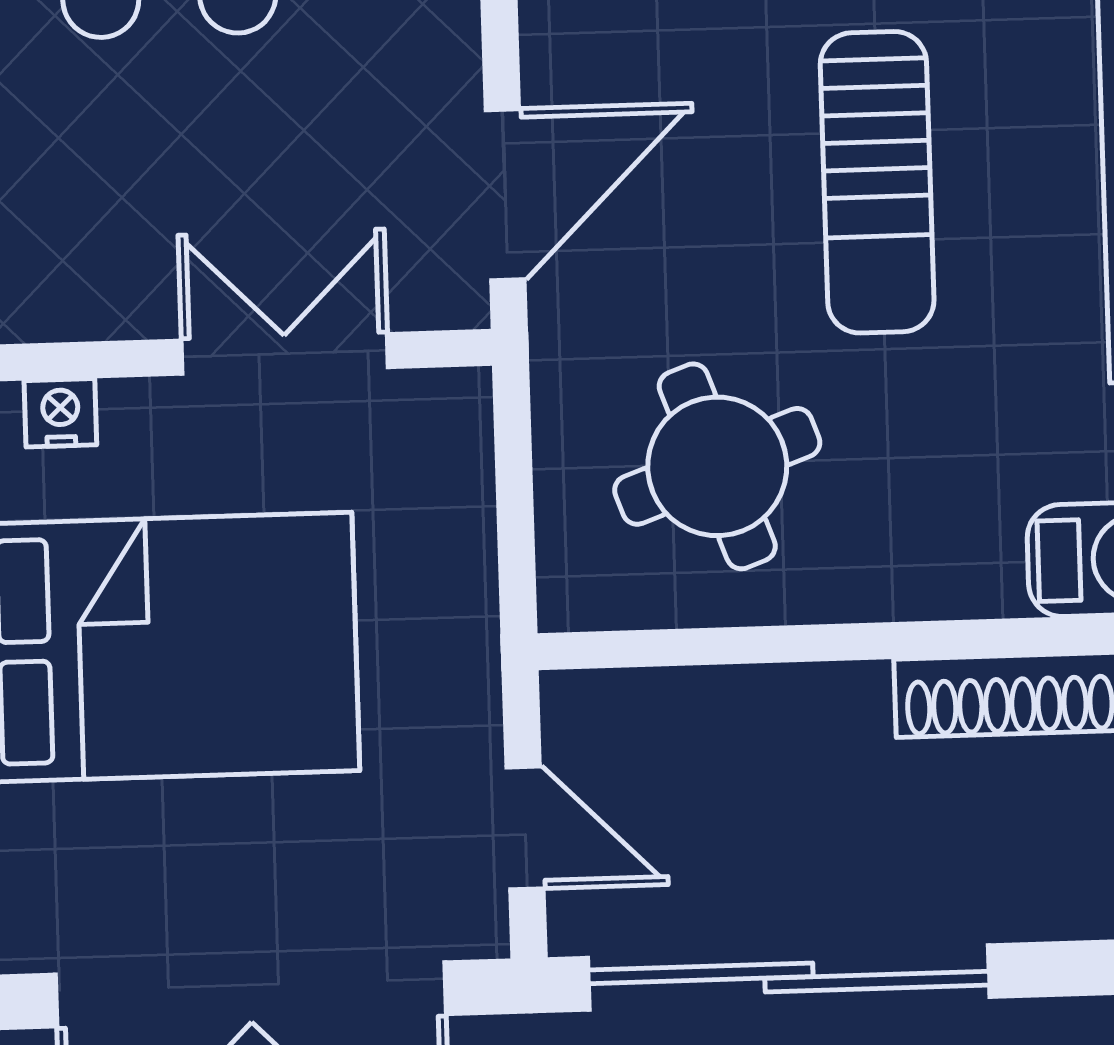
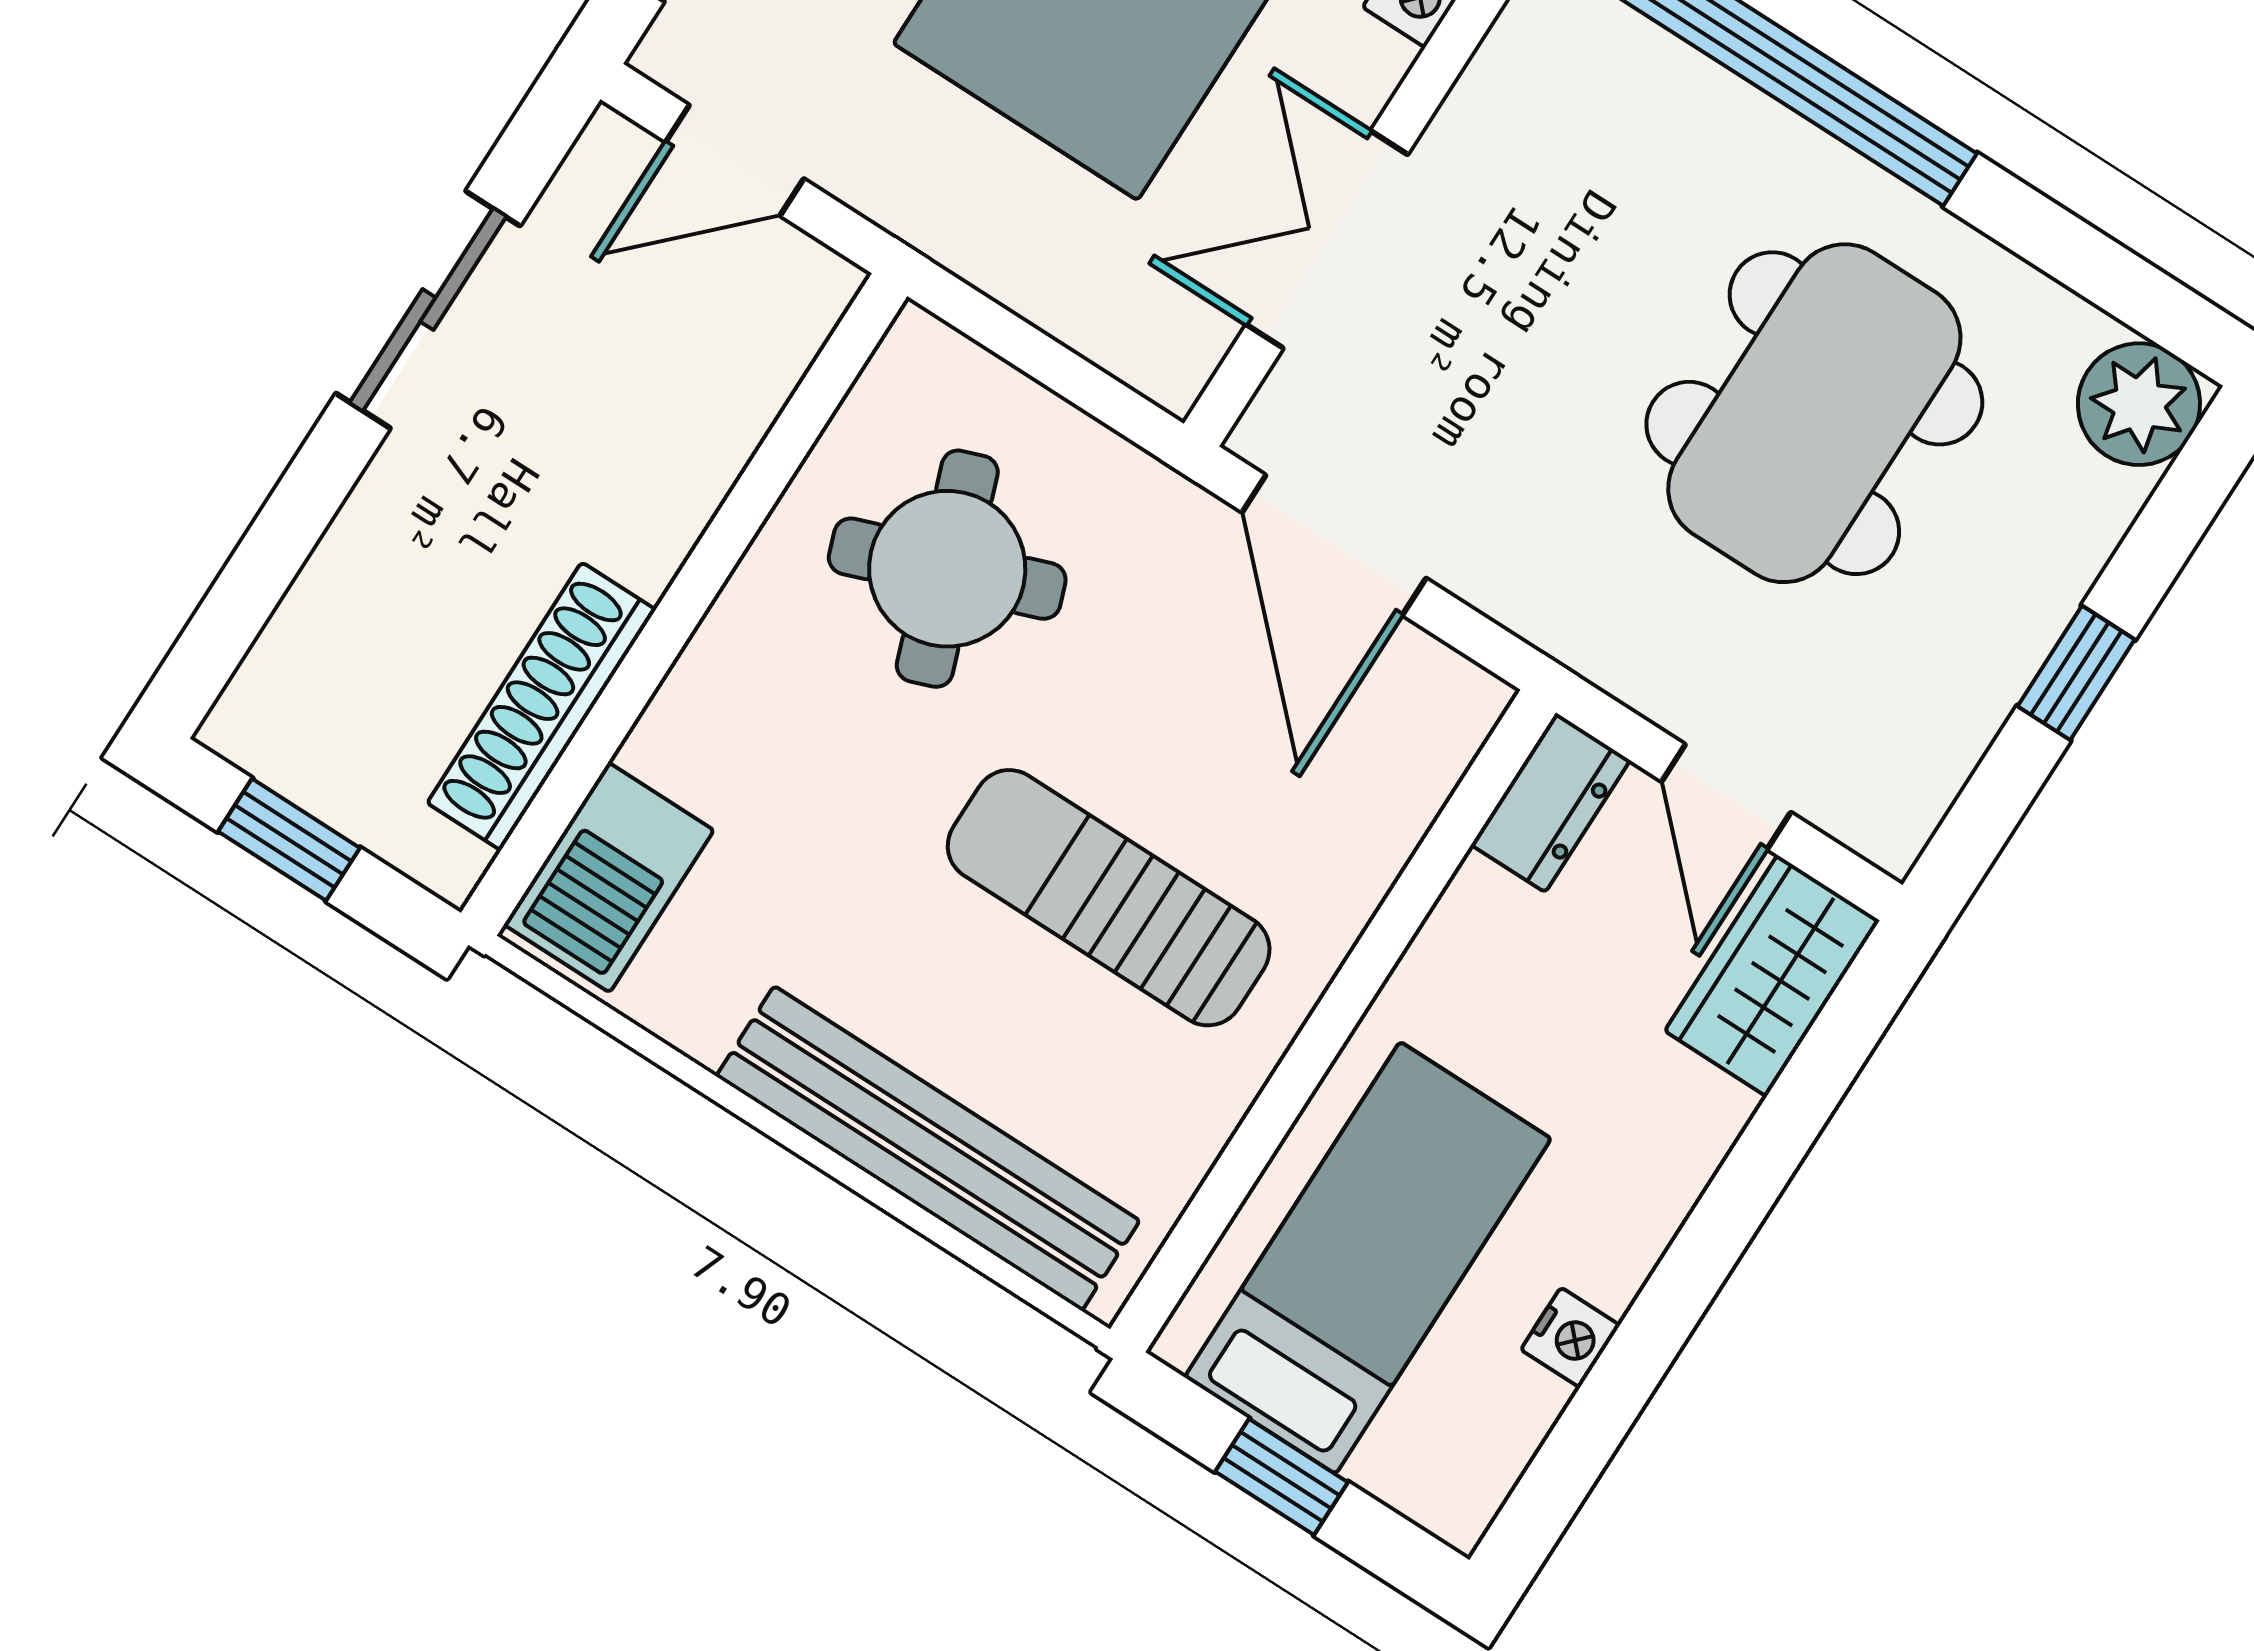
double door: (285, 354) -> (1327, 240), swing flipped
sliding door: (789, 977) -> (428, 310), width x0.54

